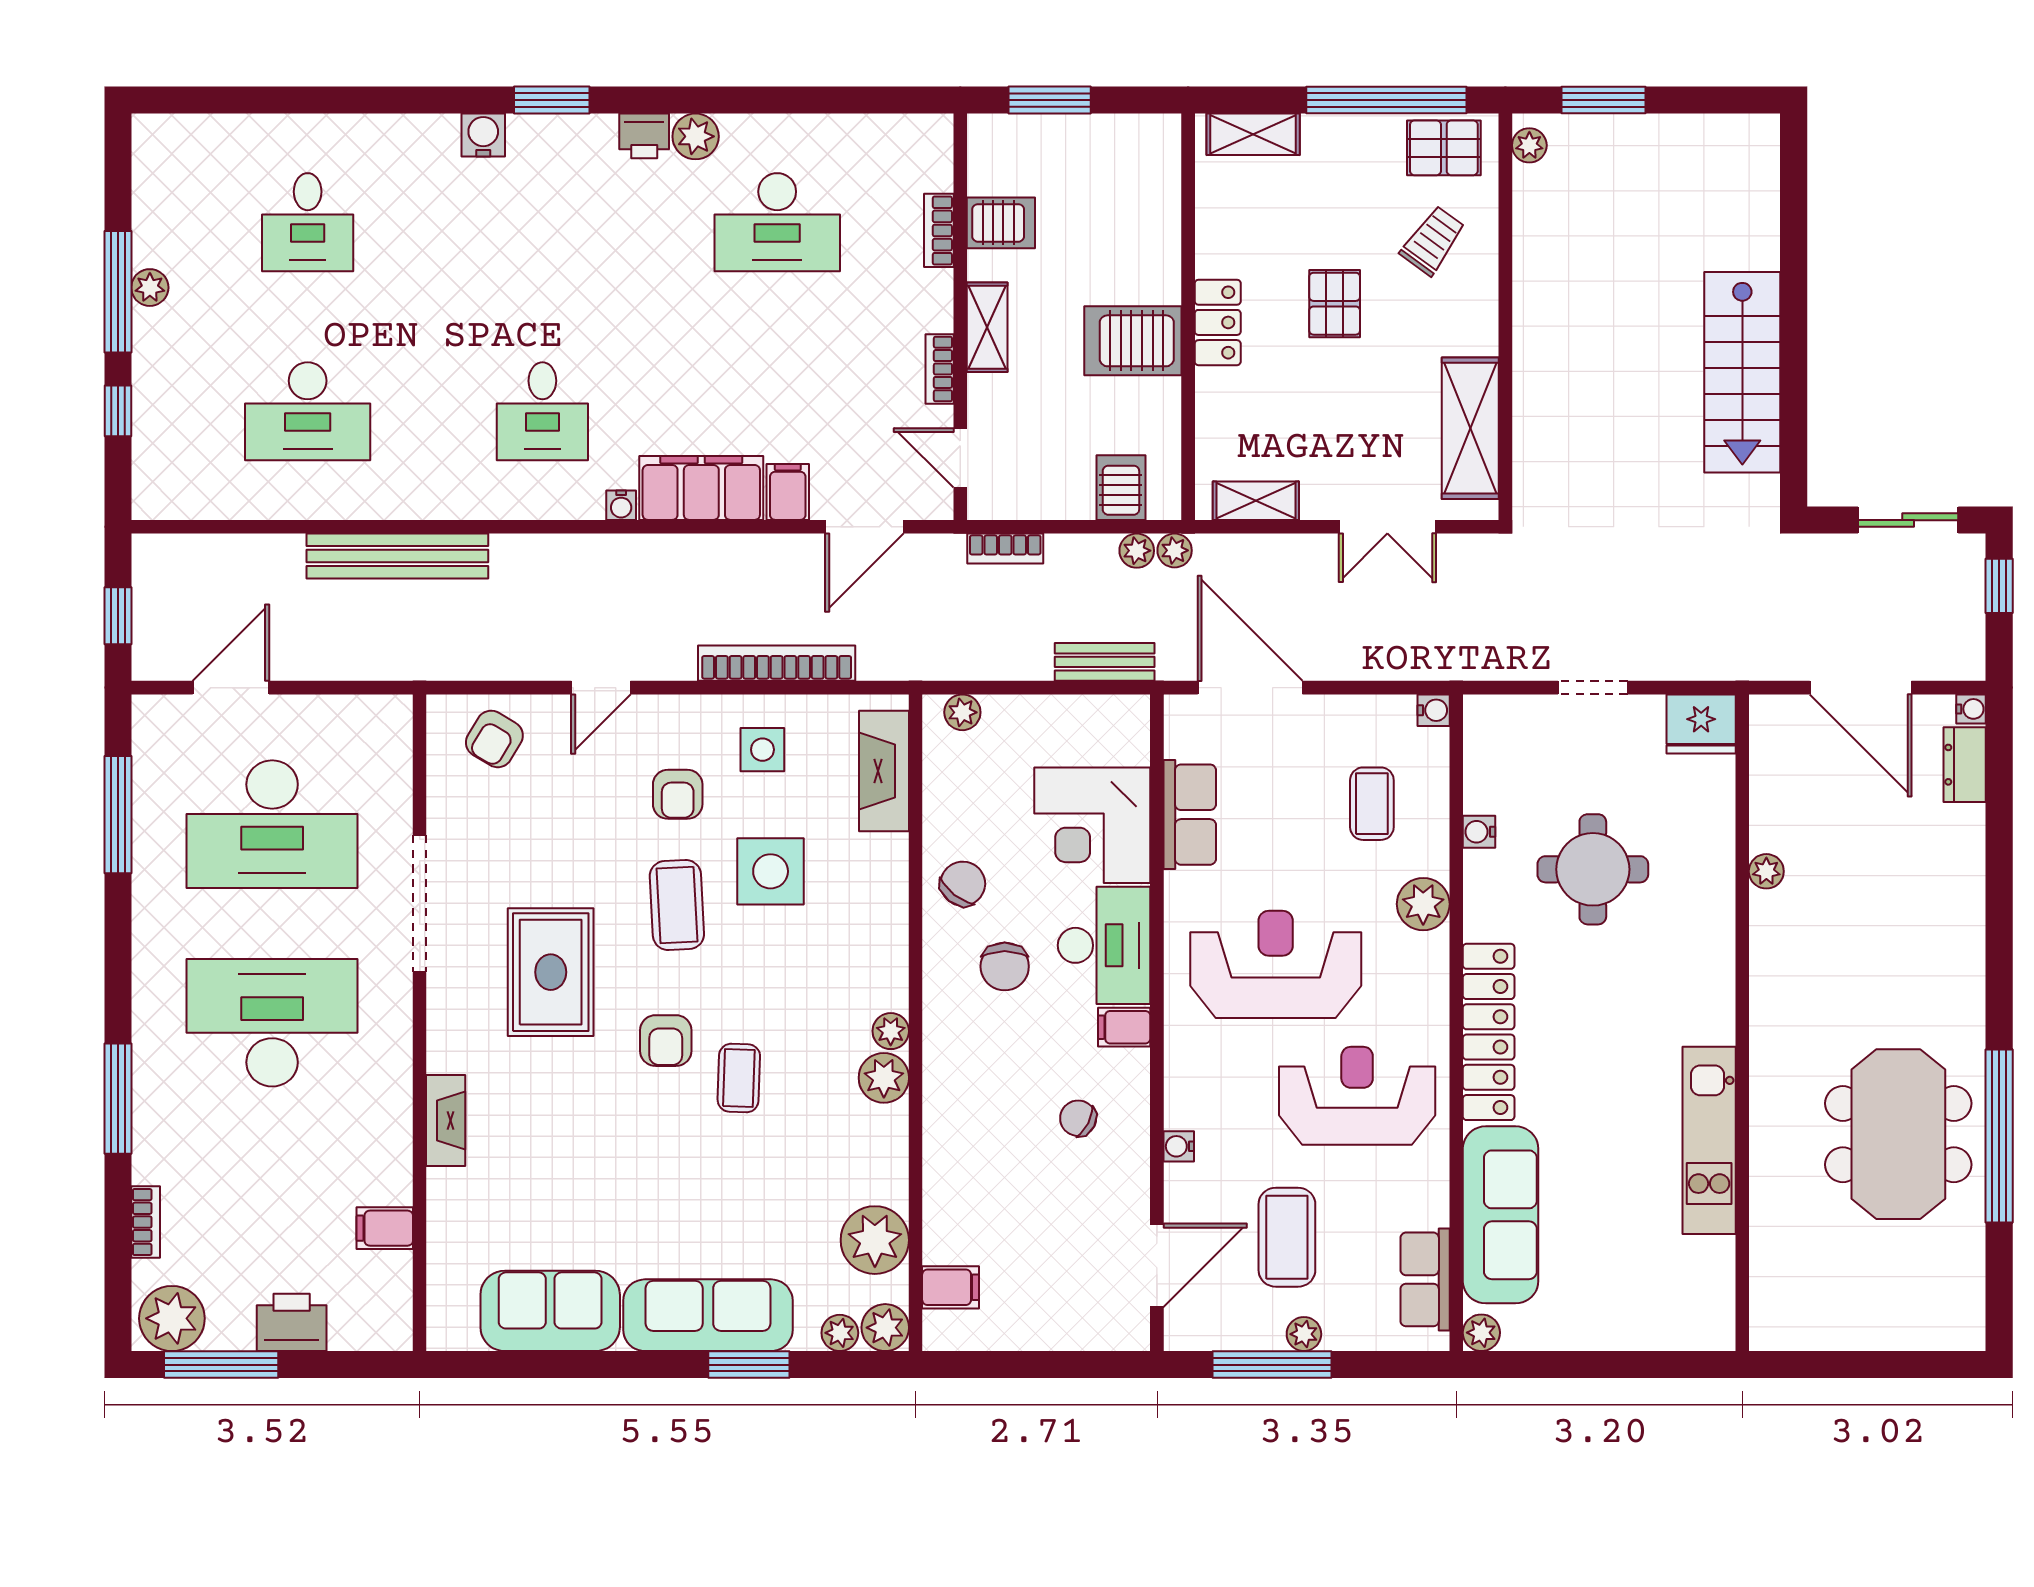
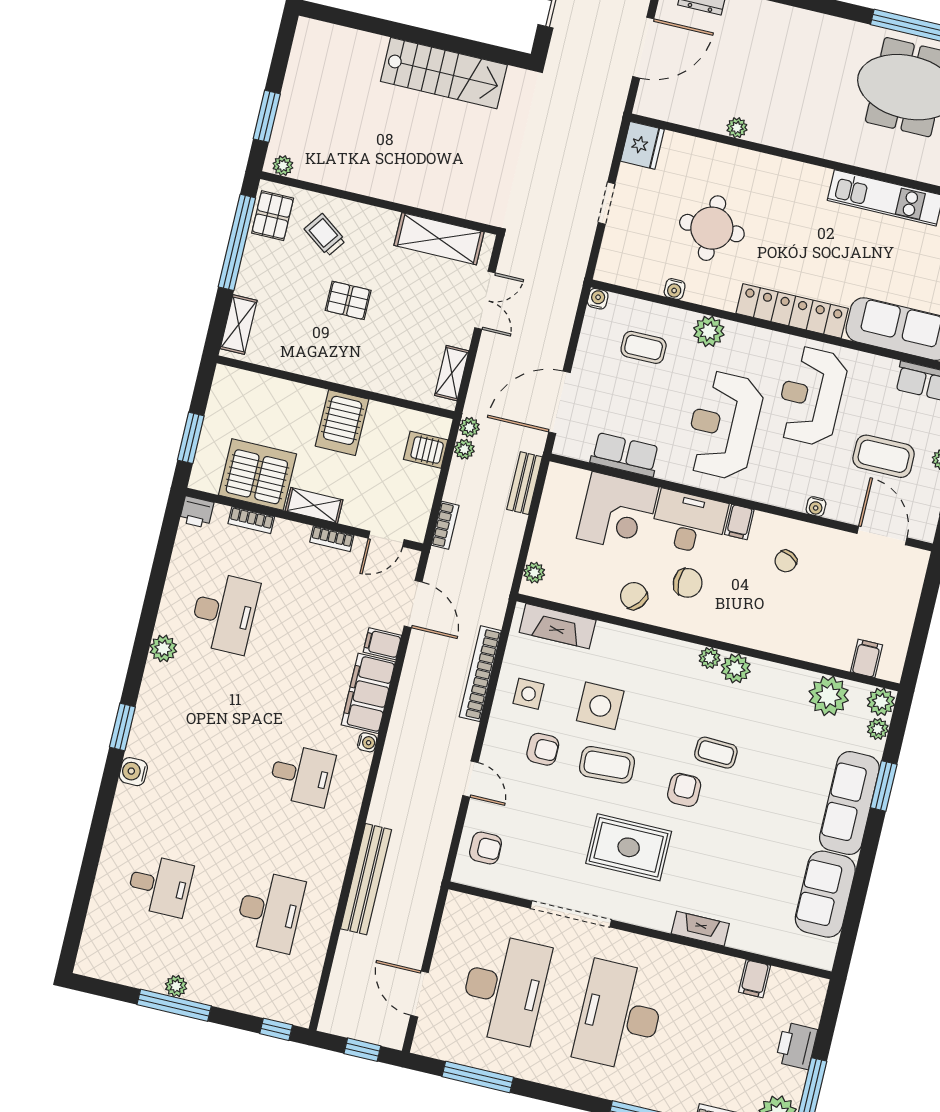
printer: (644, 136) -> (197, 512), moved, turned 90
server rack: (1001, 223) -> (257, 474), width x2.18, depth x1.44
locker: (1218, 322) -> (343, 371), removed
window: (118, 411) -> (276, 1029), moved
armchair: (494, 739) -> (486, 848), turned -31
armchair: (666, 1041) -> (684, 790), turned -90

